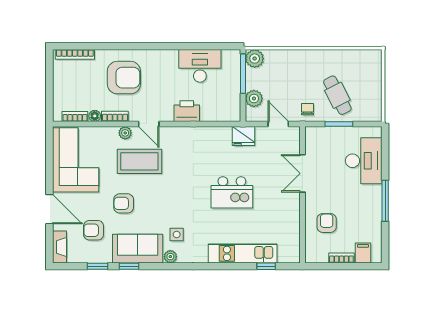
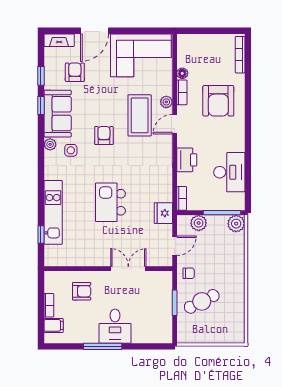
bookcase: (75, 117) -> (182, 198), moved
desk: (364, 161) -> (115, 326), moved, width x0.73
armchair: (124, 203) -> (104, 136), moved

